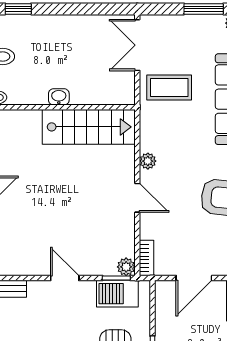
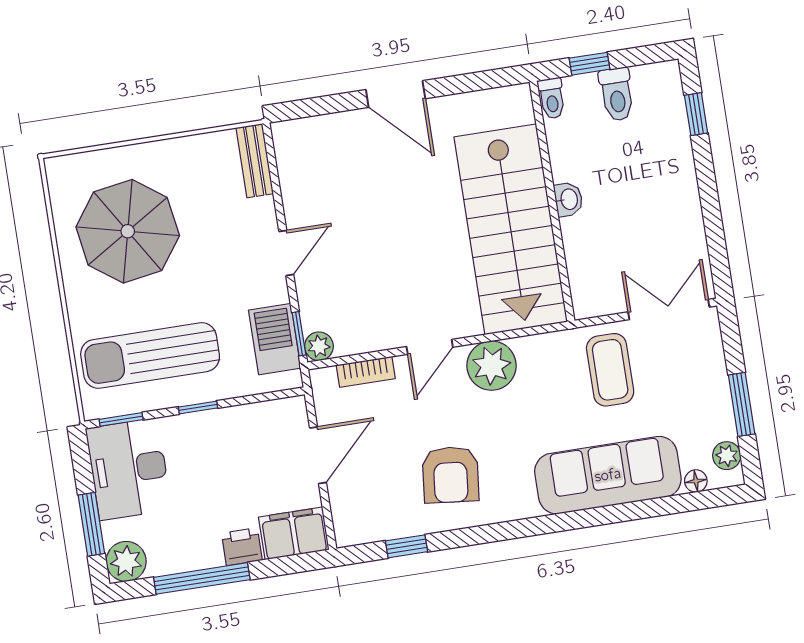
stairs: (89, 127) -> (511, 229), width x1.36, depth x1.51
plant: (148, 161) -> (492, 366), width x1.88, depth x1.88
bookcase: (147, 258) -> (366, 372), moved
door: (194, 278) -> (318, 455), swing flipped

